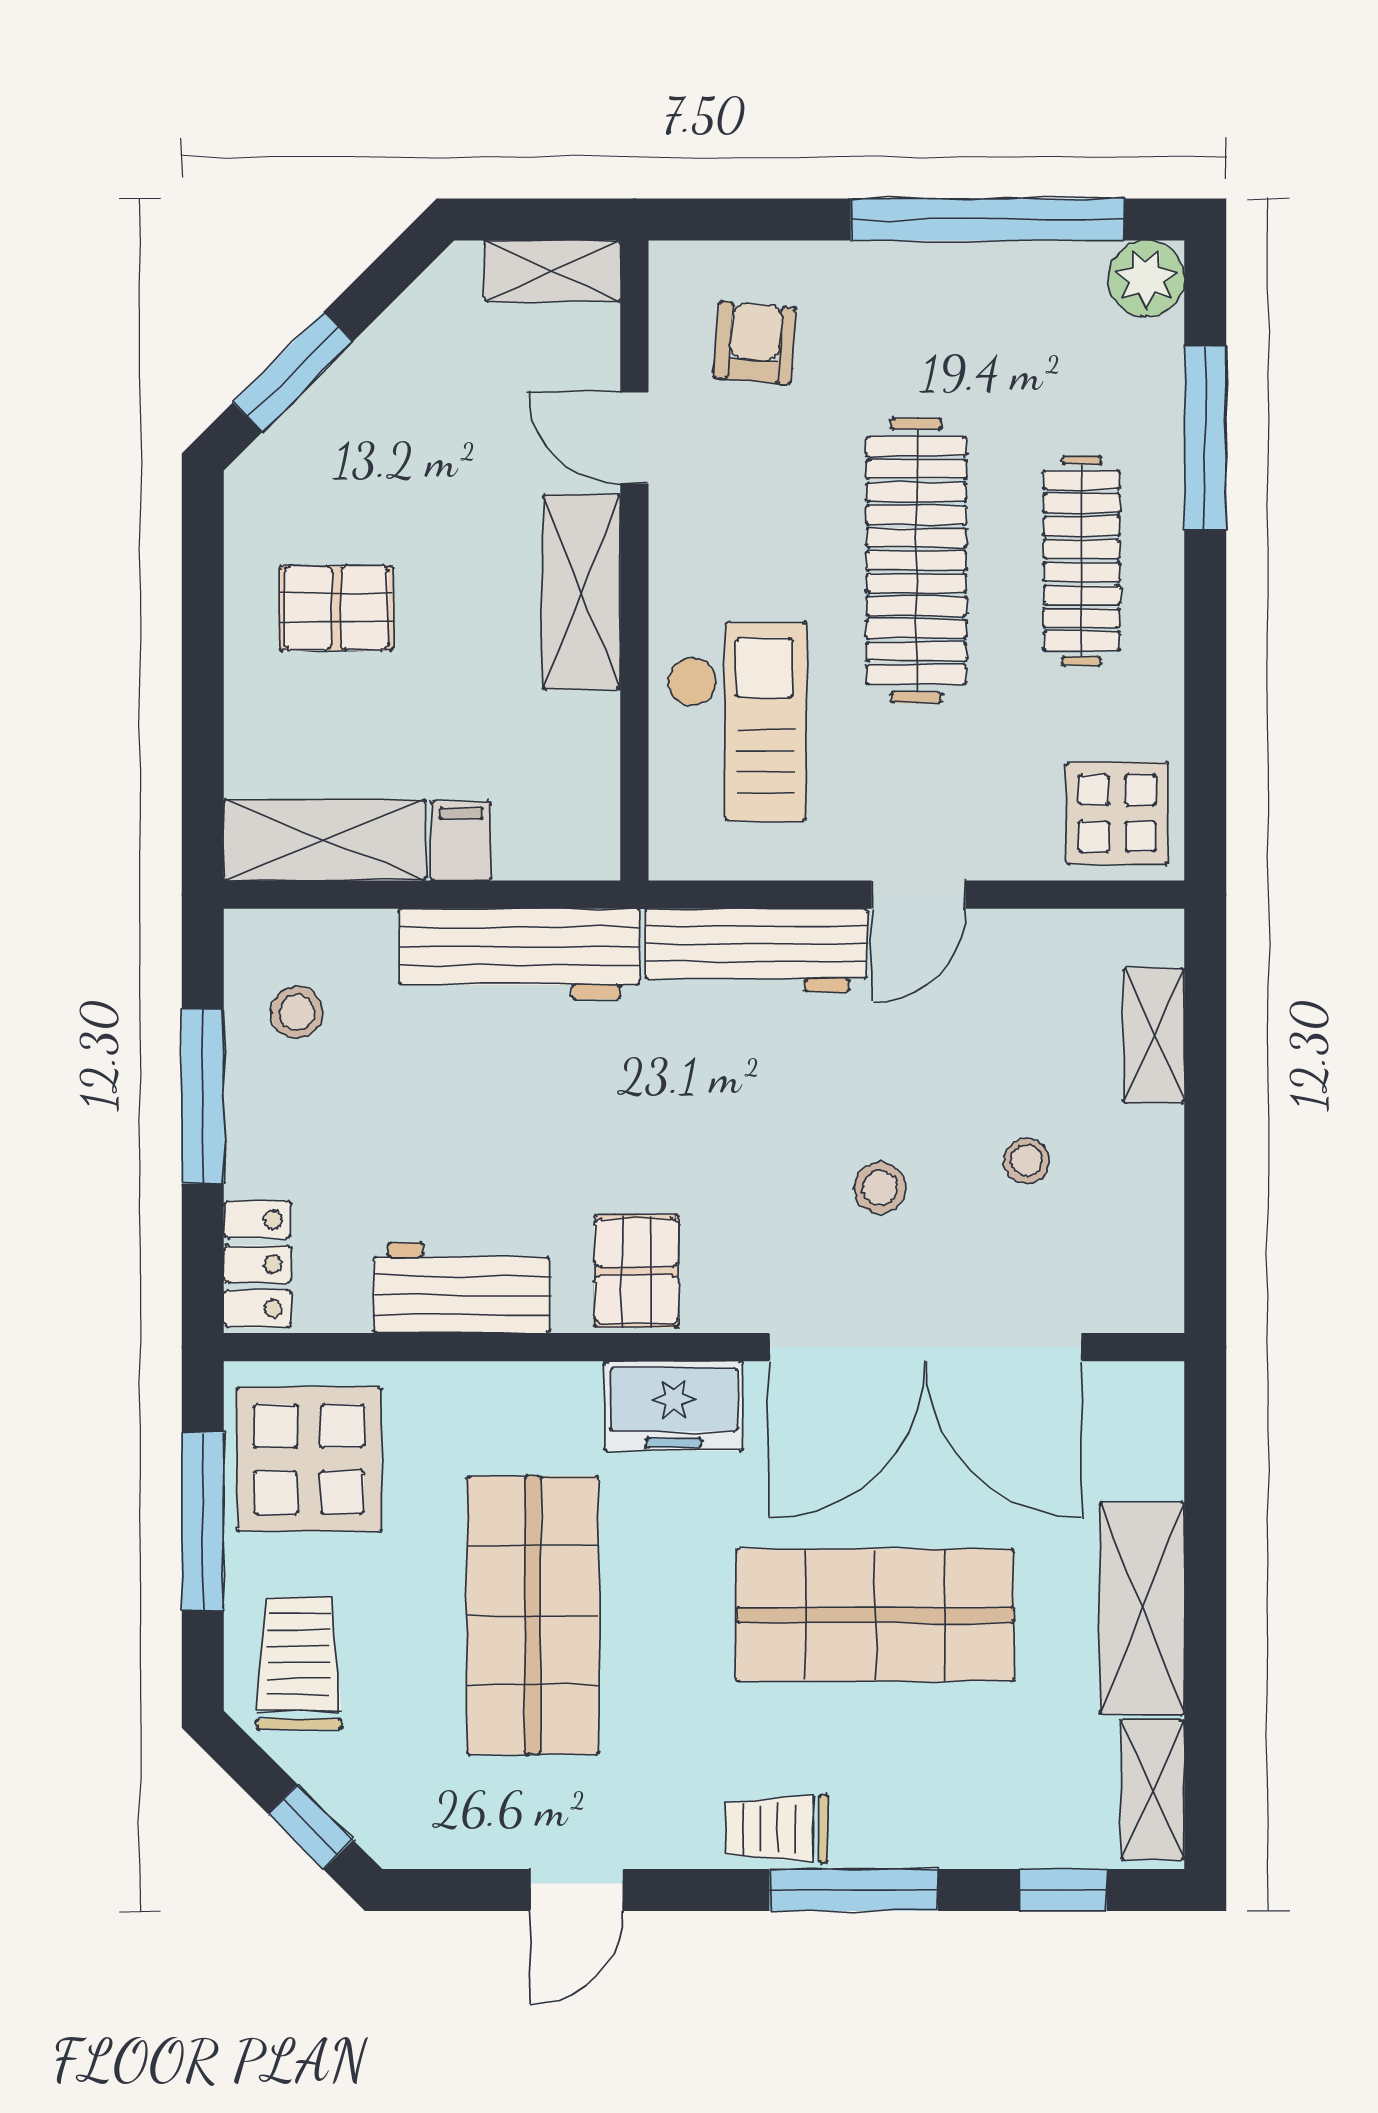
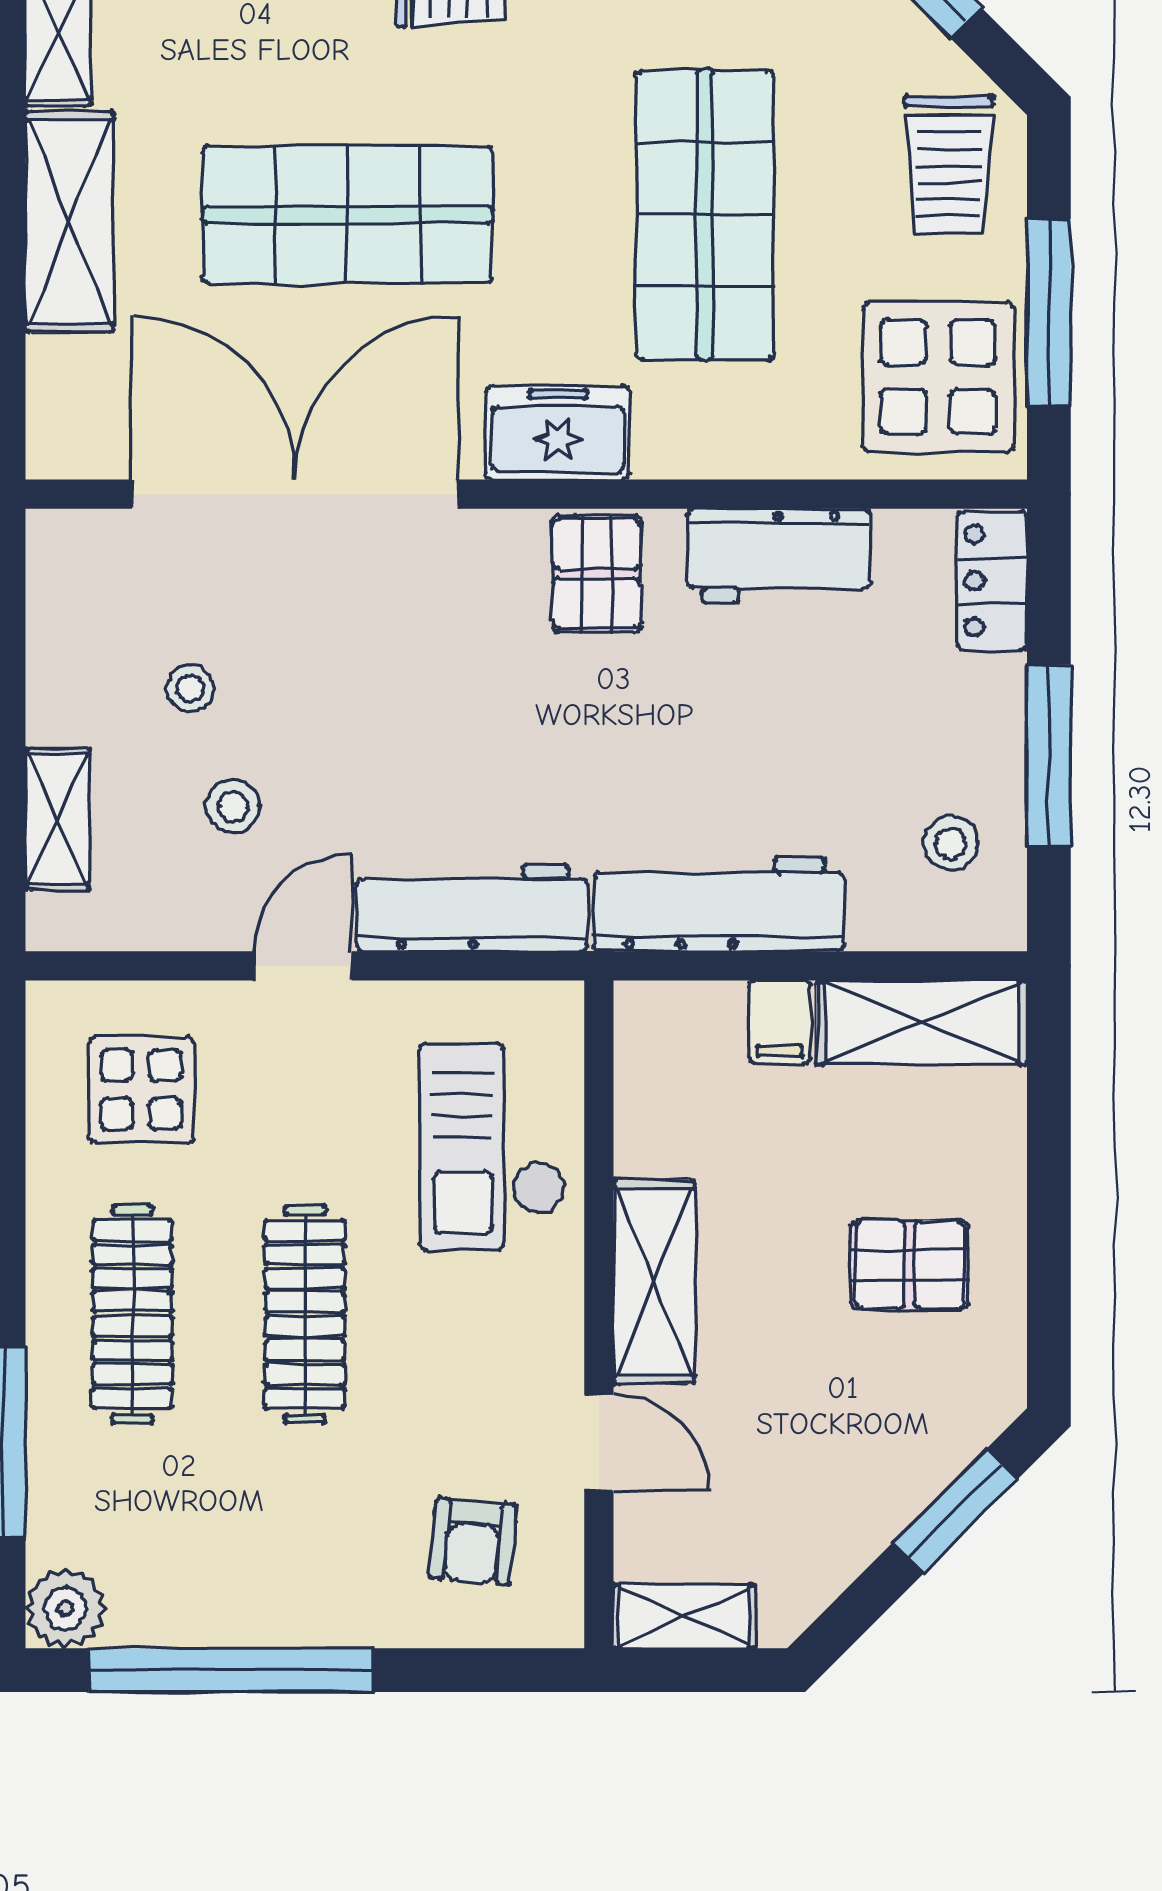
clothes rail: (916, 561) -> (305, 1314), width x0.73, depth x0.76
display table: (1117, 813) -> (141, 1090), moved
stool: (880, 1188) -> (233, 807), moved

